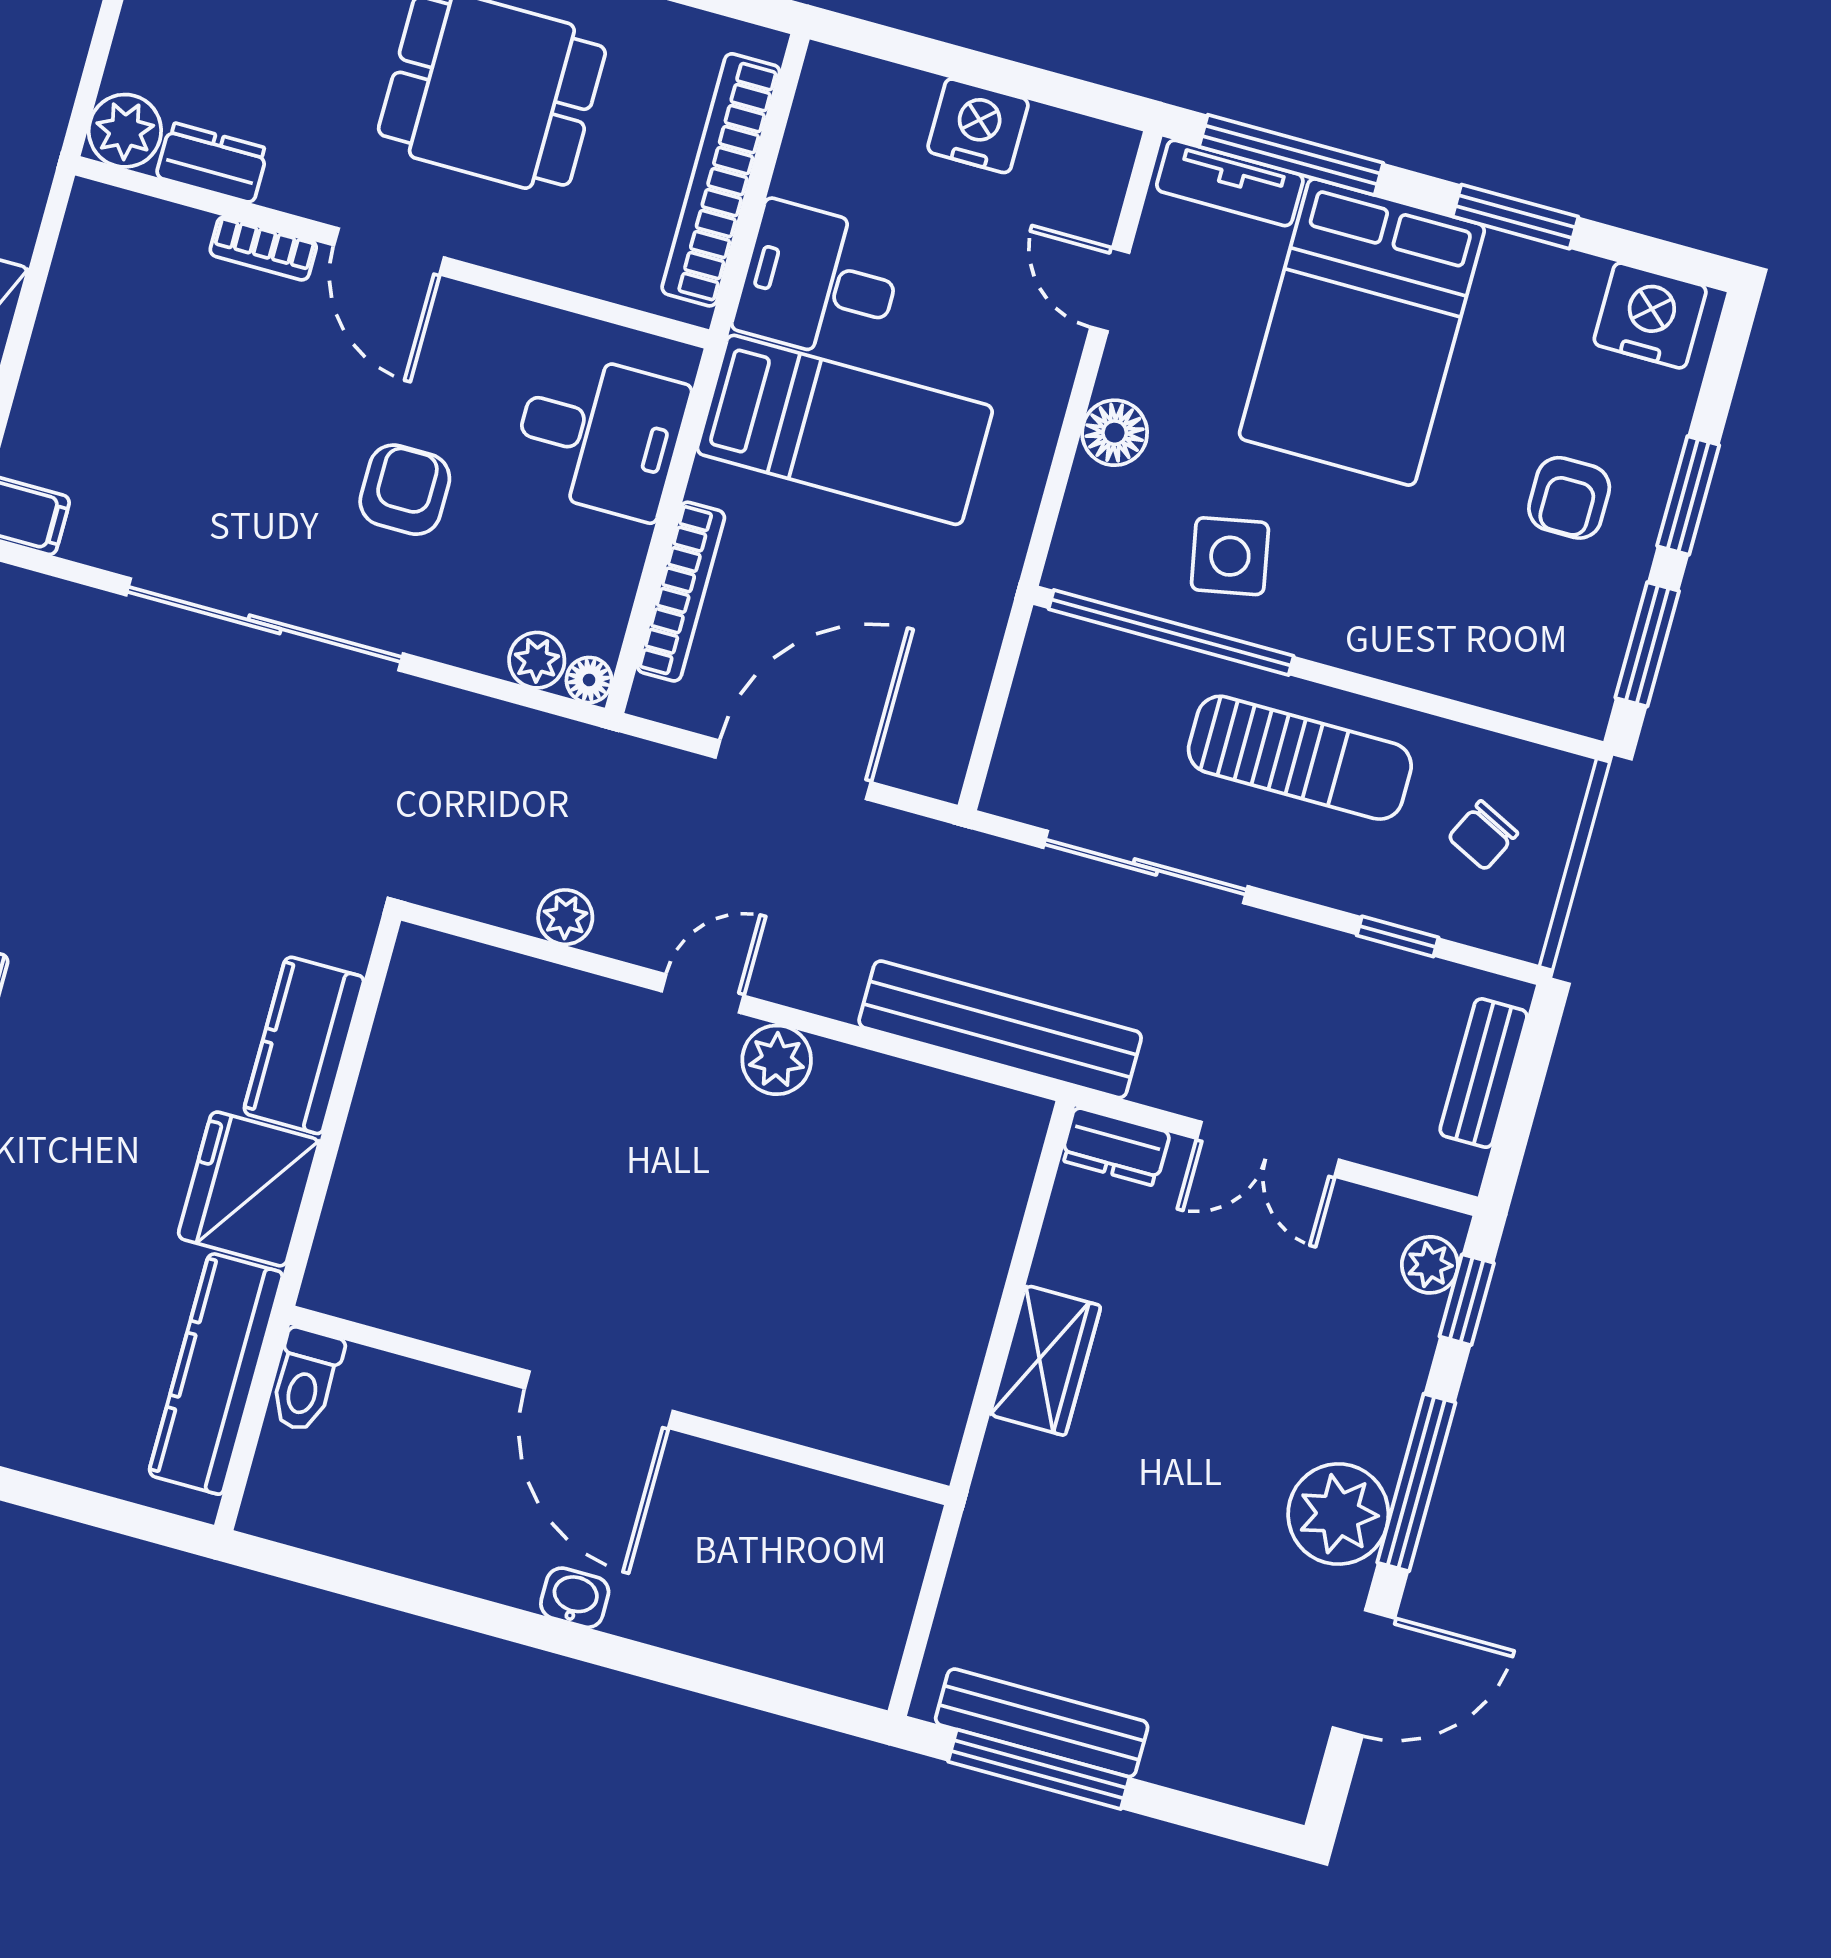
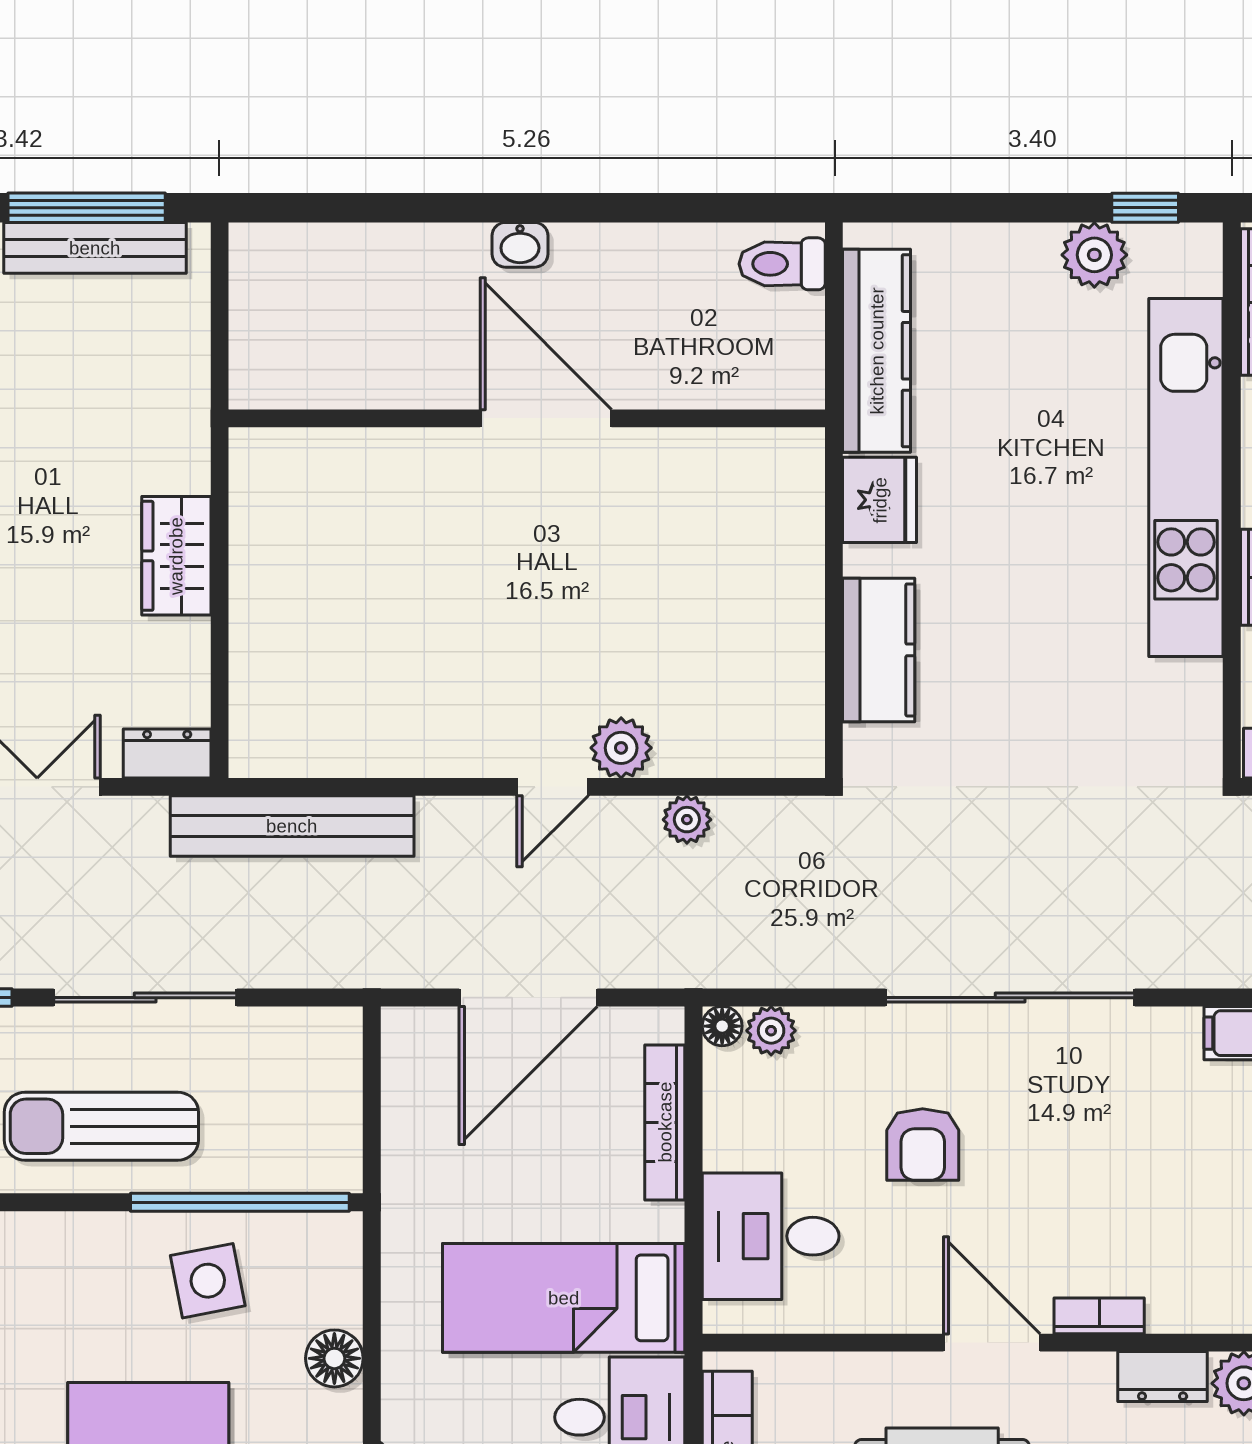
sliding door: (1145, 867) -> (145, 998), moved
plant: (777, 1060) -> (621, 748), moved
fridge: (249, 1189) -> (880, 500), width x0.73, depth x0.75
toilet: (306, 1380) -> (782, 264), moved, turned -90

